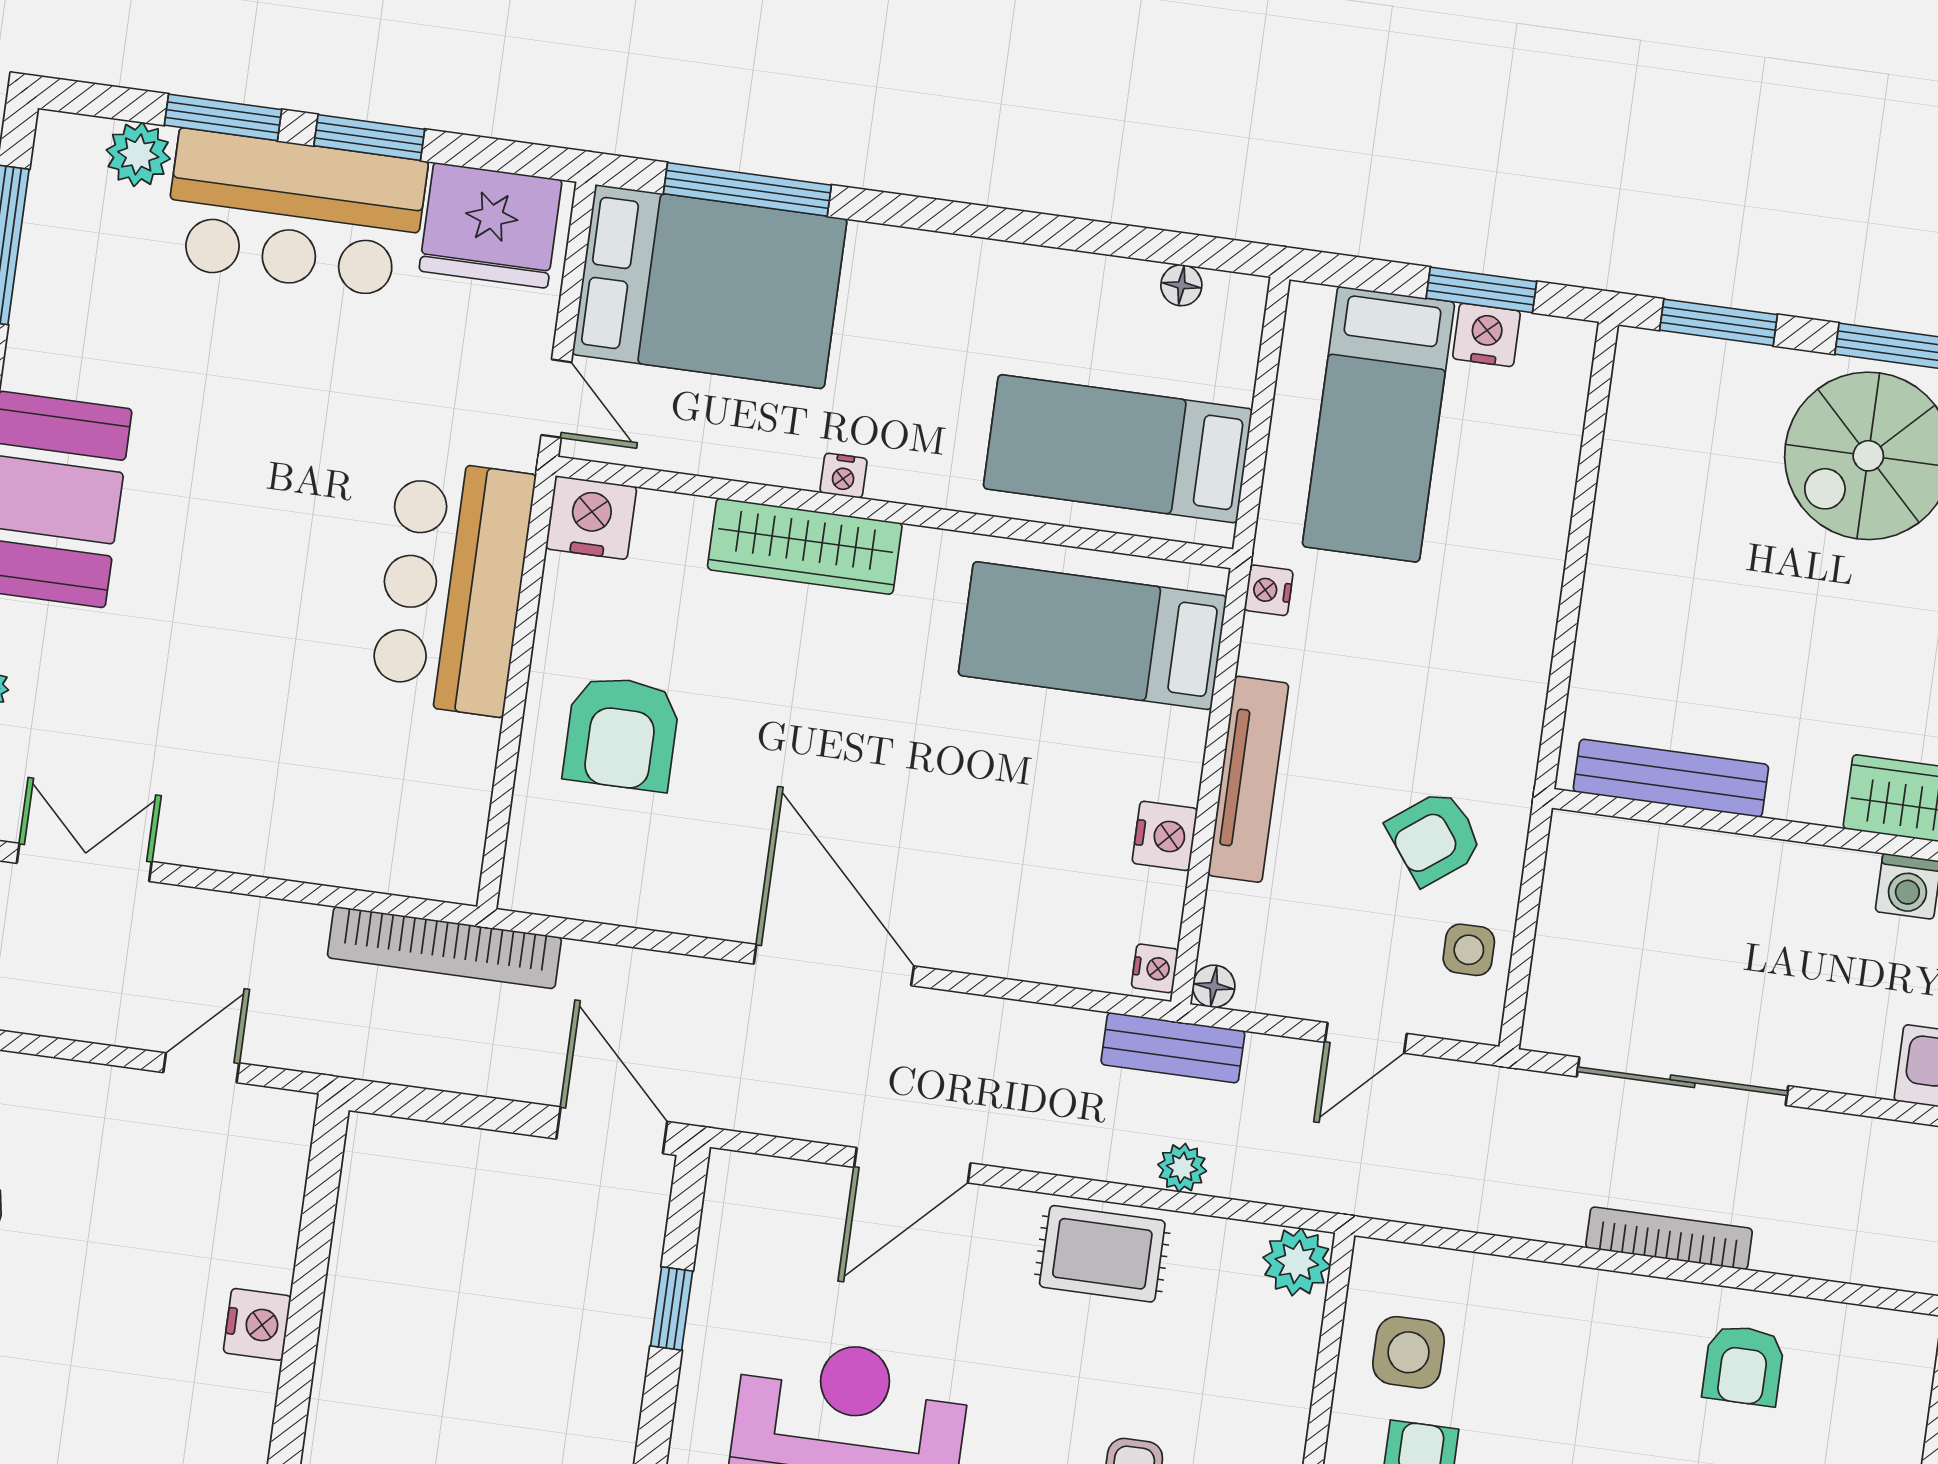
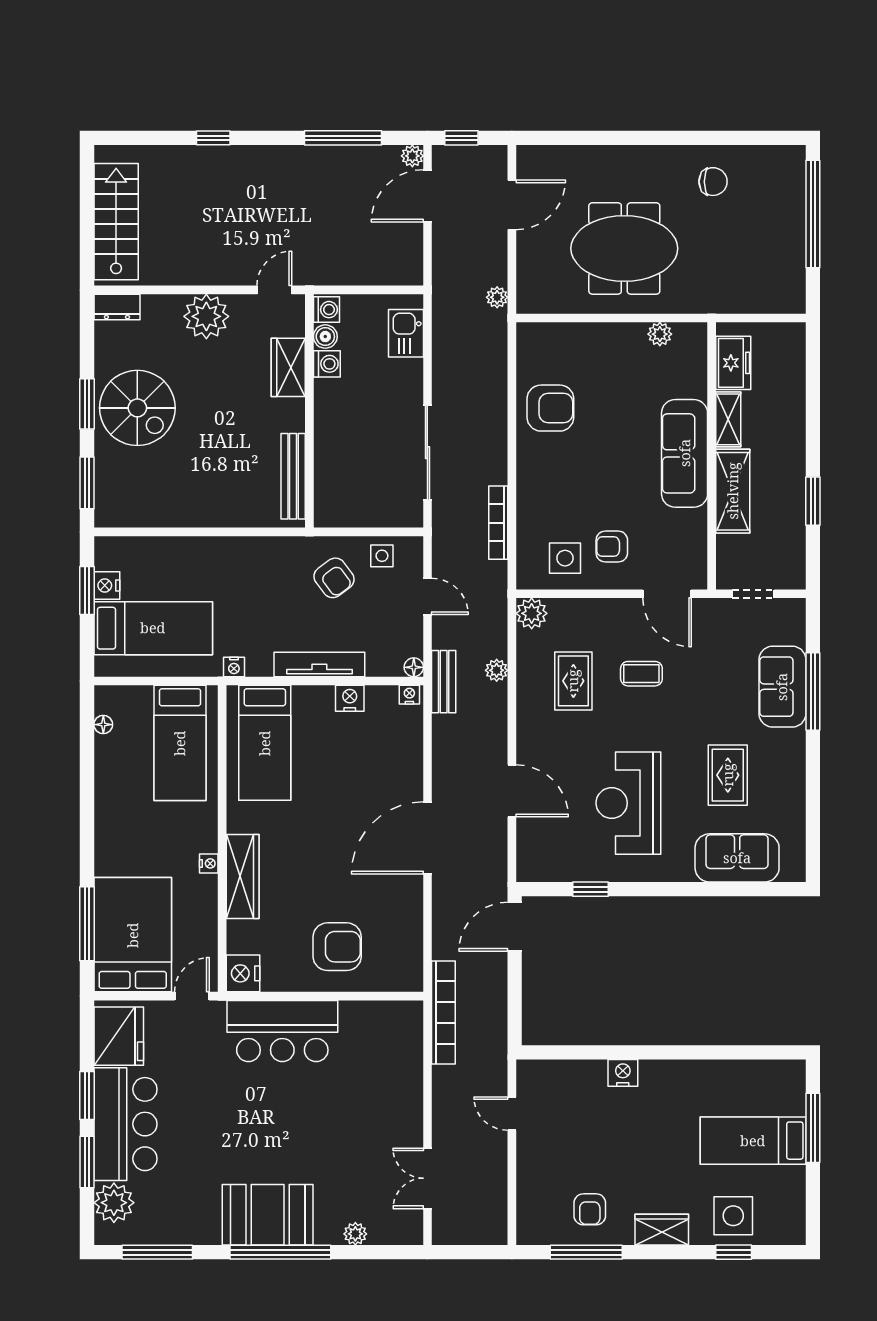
plant: (138, 154) -> (114, 1203), width x1.36, depth x1.36
bookcase: (1669, 1238) -> (498, 523), moved
rug: (1102, 1254) -> (573, 681), moved
armchair: (1743, 1365) -> (550, 408), width x1.38, depth x1.38

